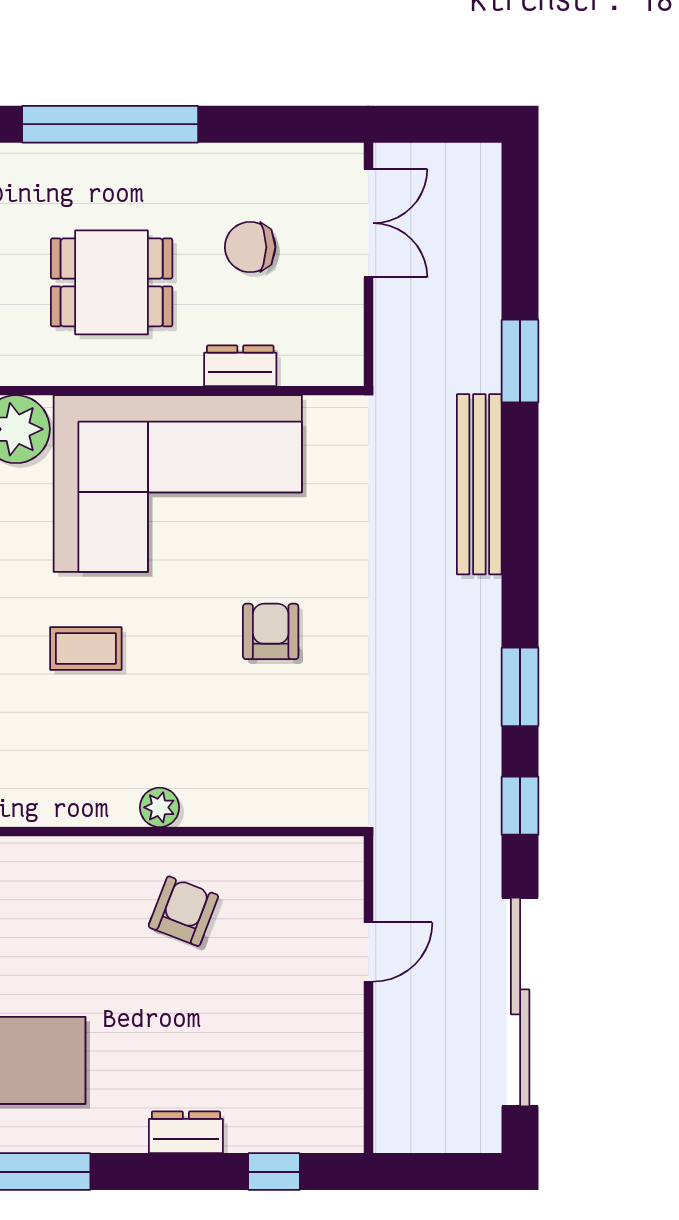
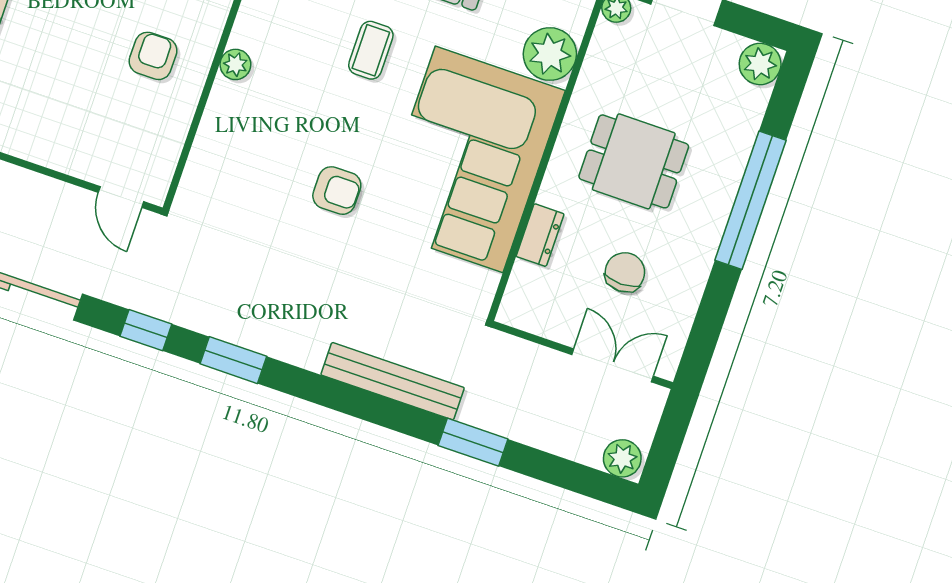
plant: (478, 173) -> (622, 458), added
double door: (369, 223) -> (613, 365), swing flipped
dining table: (112, 282) -> (634, 161), turned 90
armchair: (183, 911) -> (153, 56), turned -111
door: (369, 952) -> (121, 197), moved

